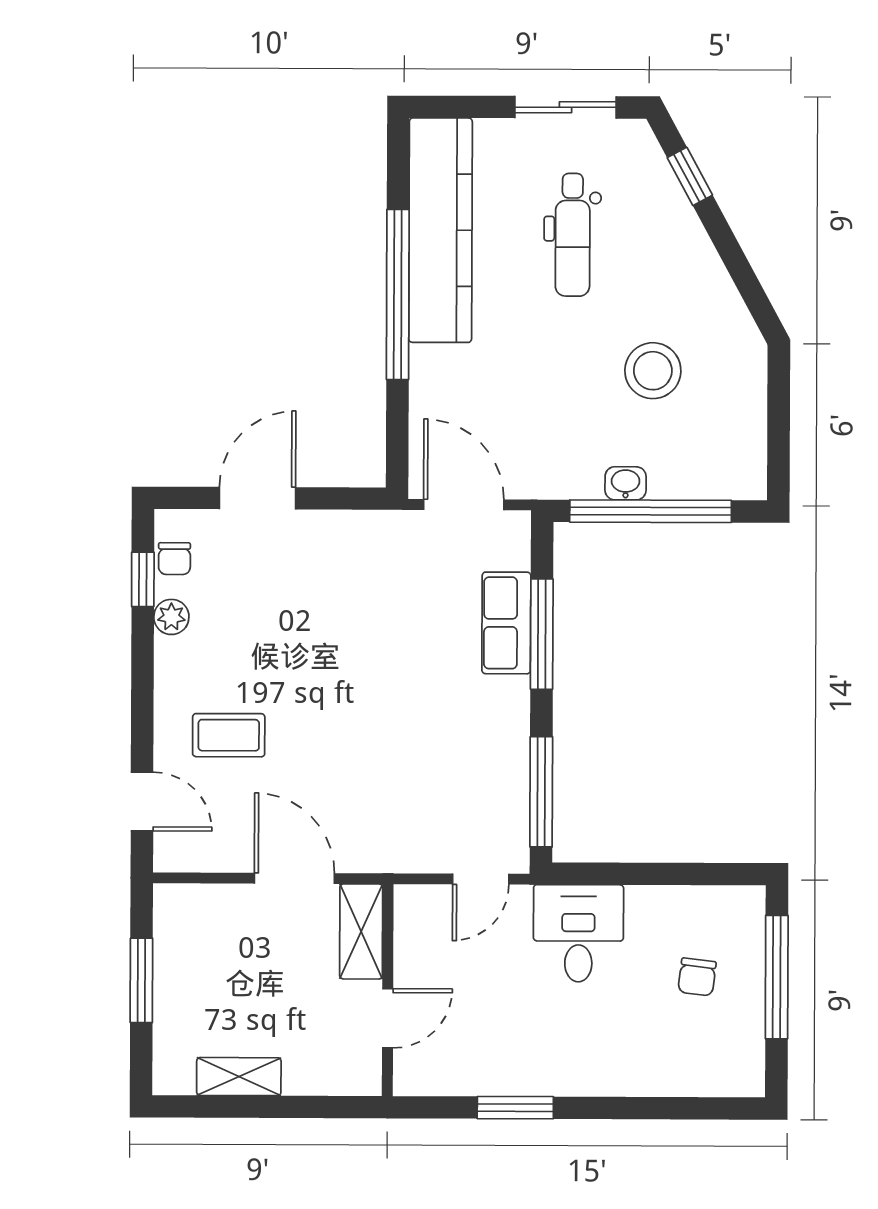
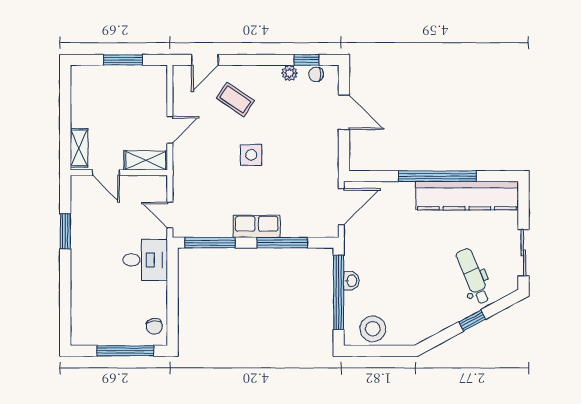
window: (690, 176) -> (472, 320), moved
dental chair: (573, 235) -> (473, 276), moved, turned 67
stool: (653, 371) -> (373, 329), moved
row of seats: (506, 623) -> (257, 226), moved
side table: (350, 701) -> (251, 155), added
coffee table: (229, 735) -> (235, 99), turned -56
door: (294, 878) -> (170, 130), width x0.73
chair: (697, 977) -> (154, 326), moved, turned -103
shelving: (239, 1077) -> (79, 148), moved

